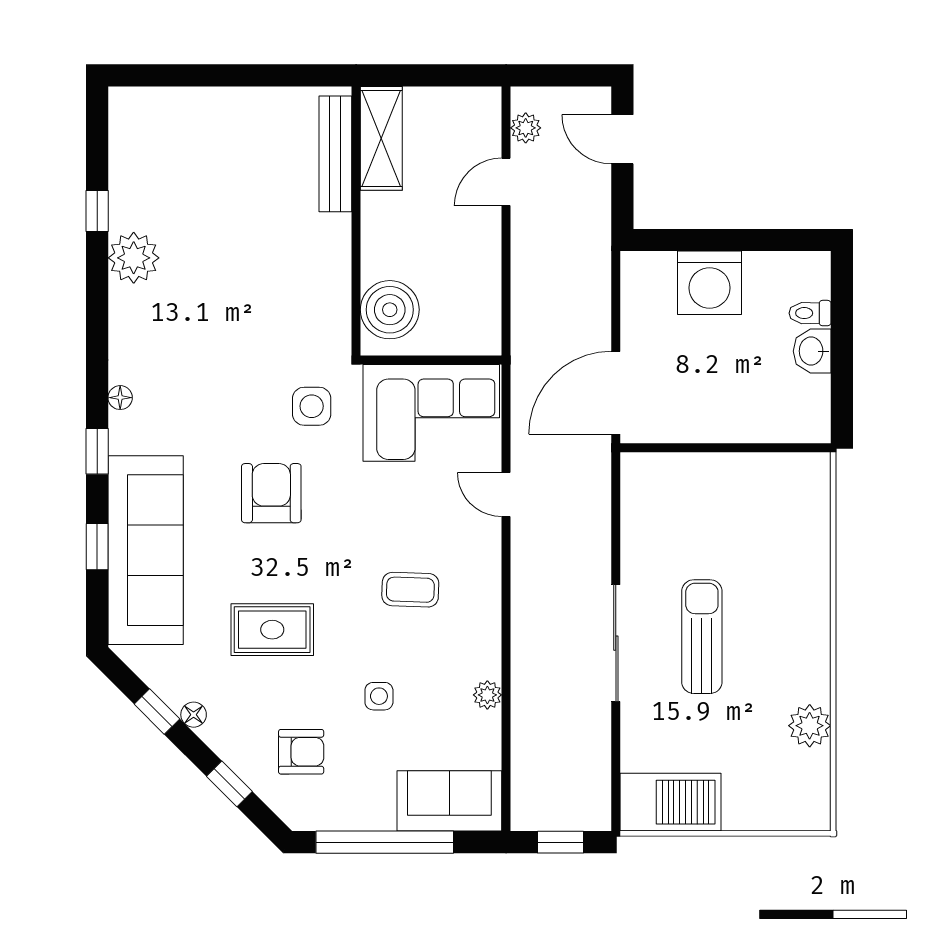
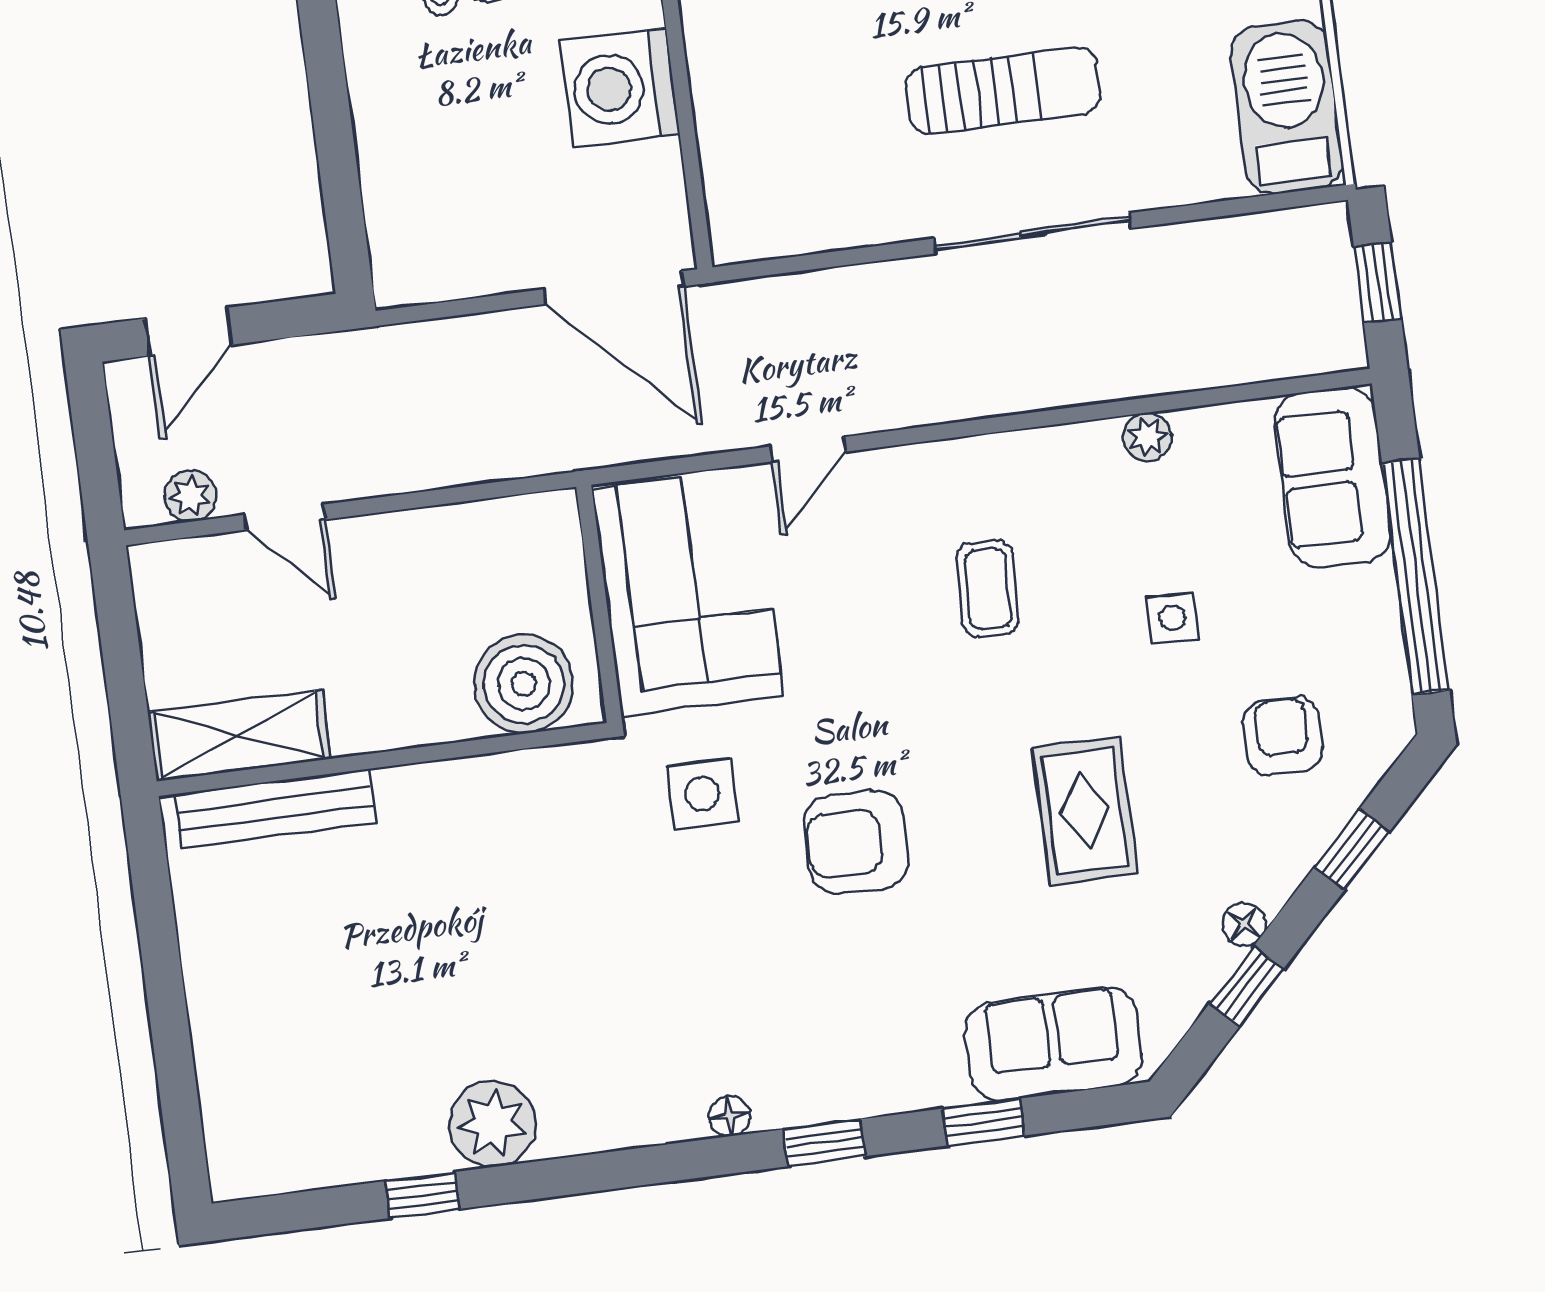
washing machine: (710, 283) -> (620, 88), moved, turned 180
sofa: (146, 550) -> (1053, 1044), width x0.54, depth x0.79
sun lounger: (702, 637) -> (1003, 91), turned 180

